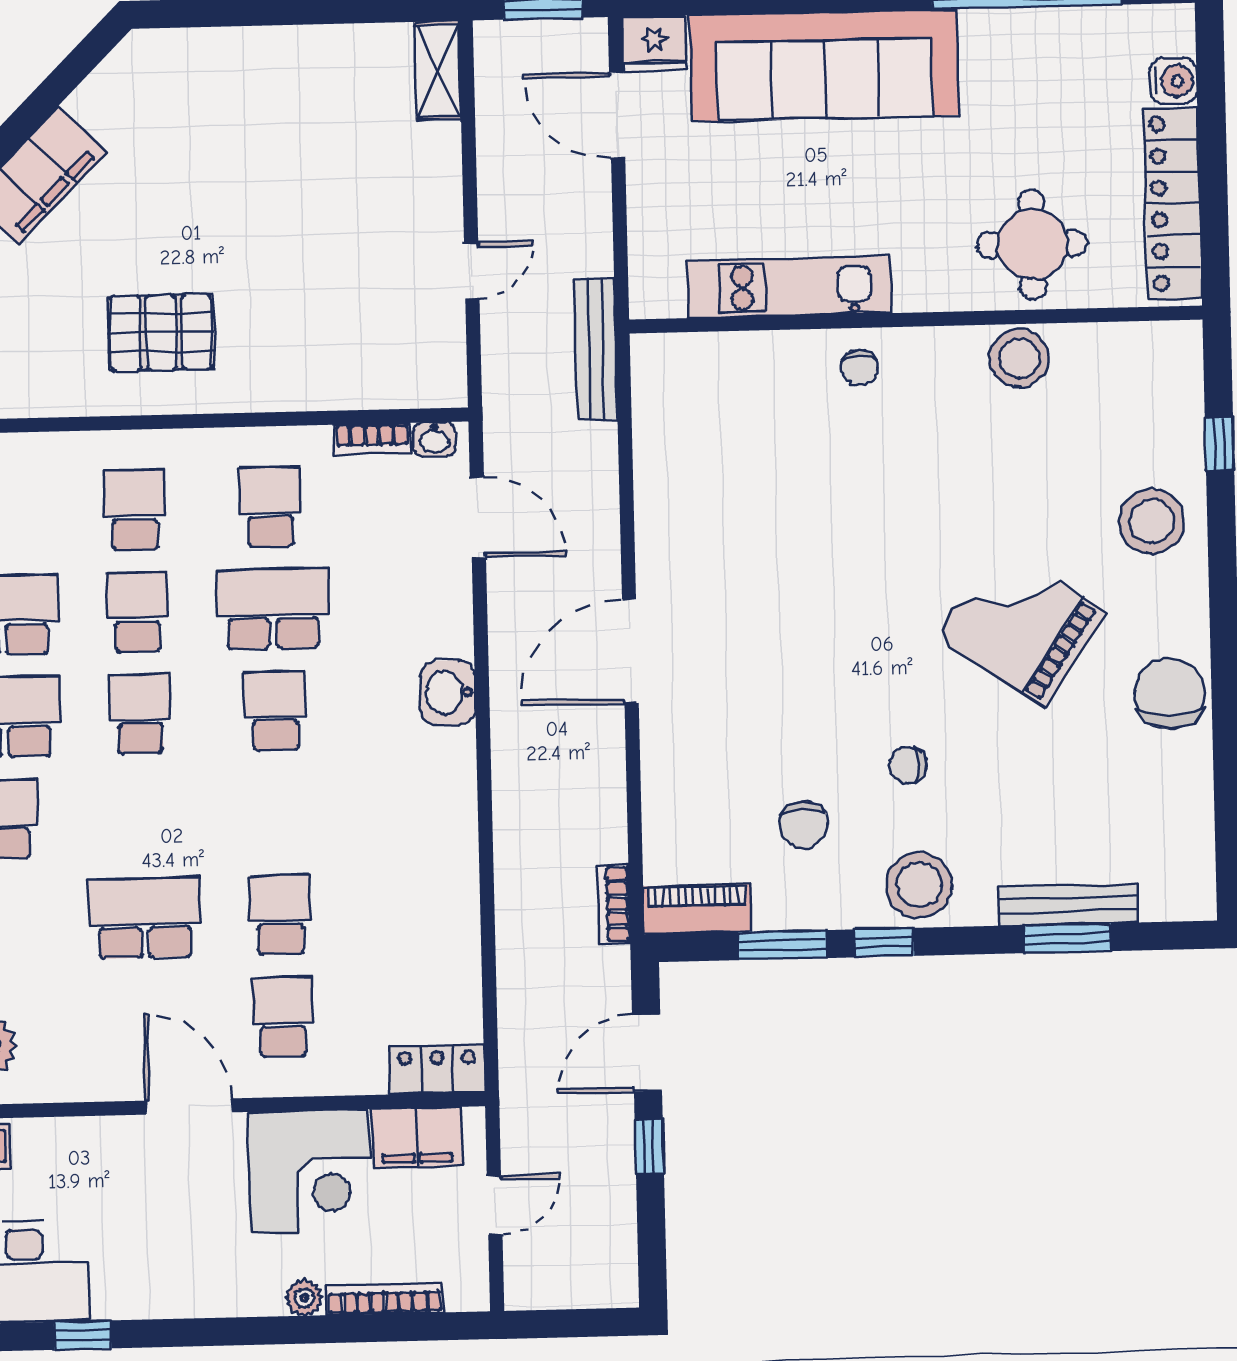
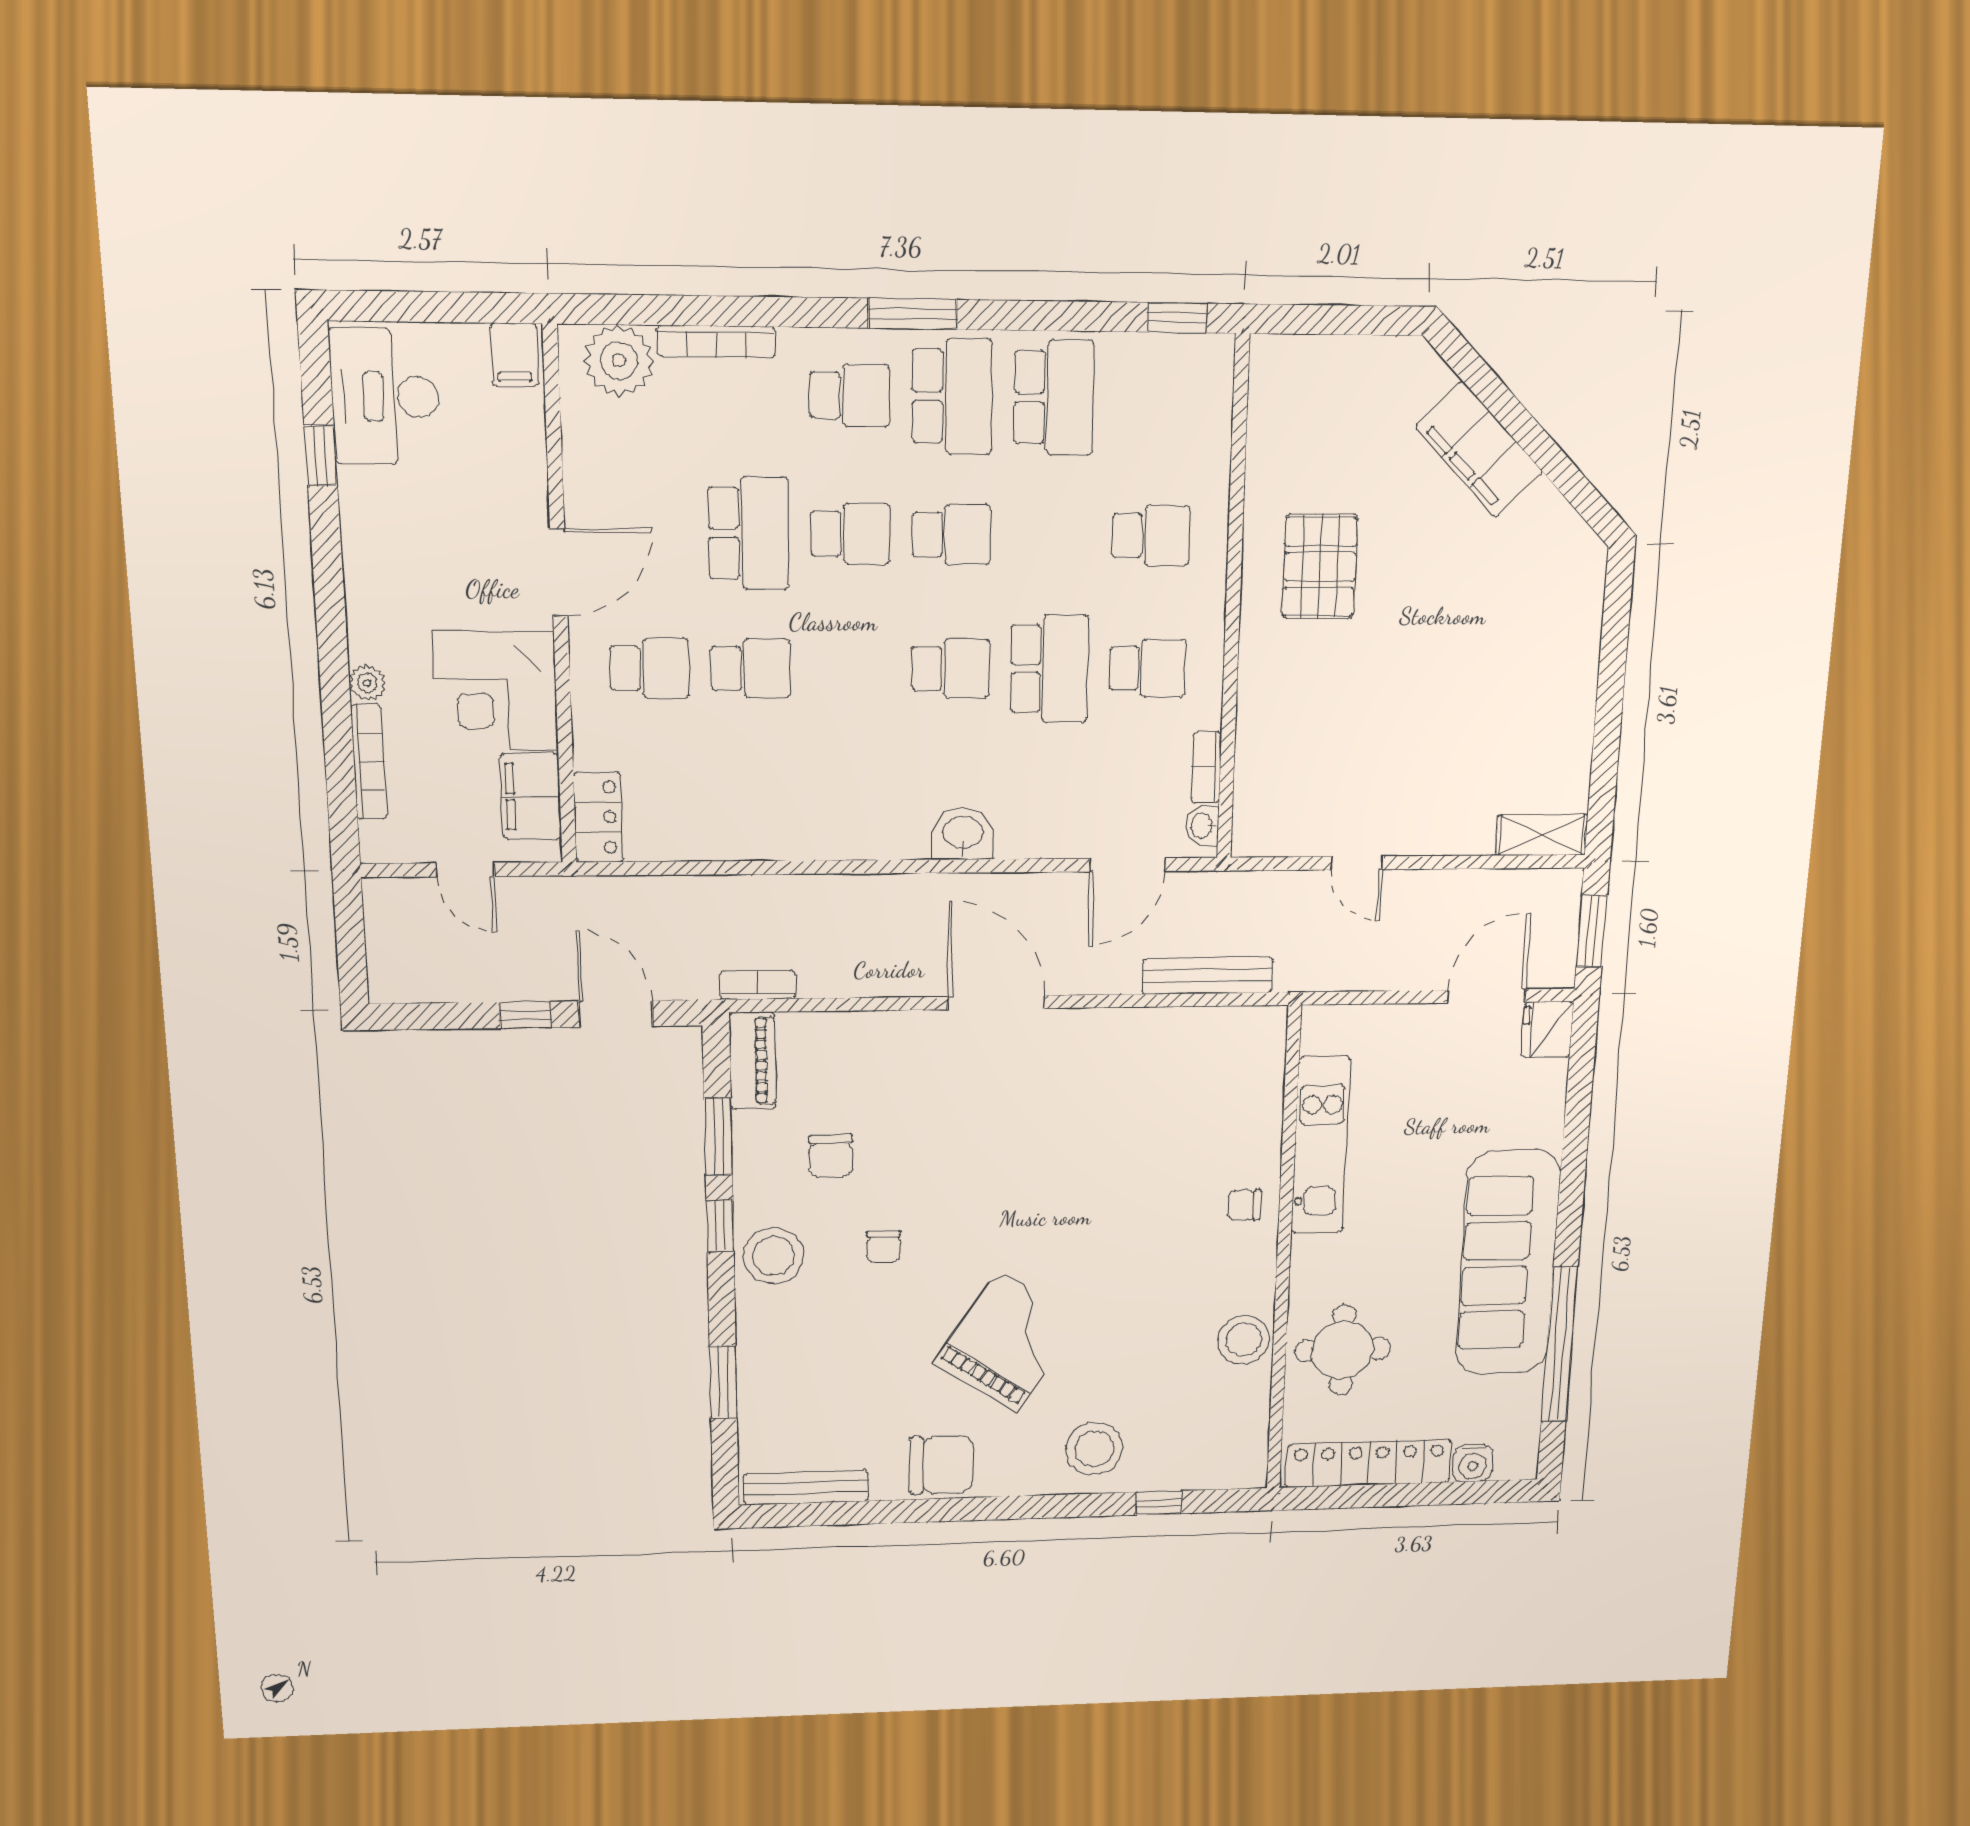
sofa: (824, 65) -> (1508, 1263), moved
bench: (596, 349) -> (1208, 976), moved
school desk: (137, 612) -> (850, 534), moved
chair: (908, 765) -> (884, 1246), turned 180
chair: (803, 824) -> (831, 1156), turned -90
bench: (1068, 905) -> (806, 1487), moved, turned 90

